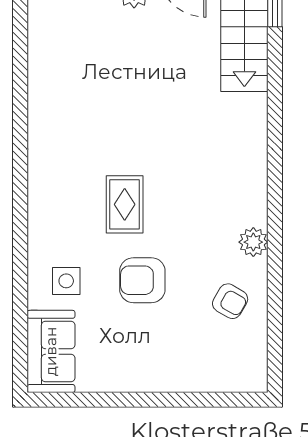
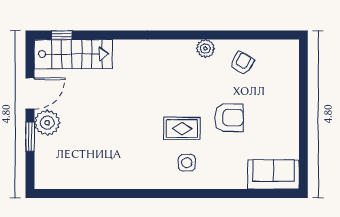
armchair: (142, 280) -> (229, 118), turned -90
side table: (66, 281) -> (187, 163), moved

